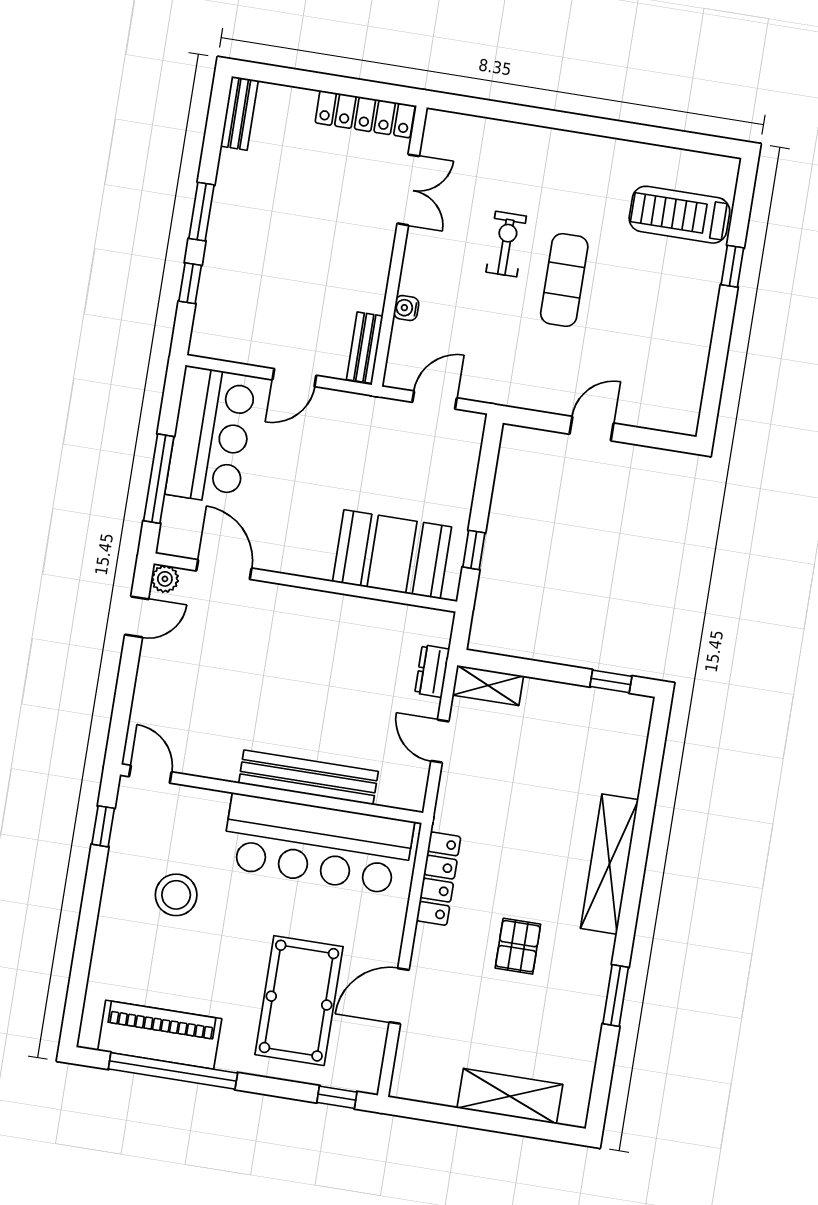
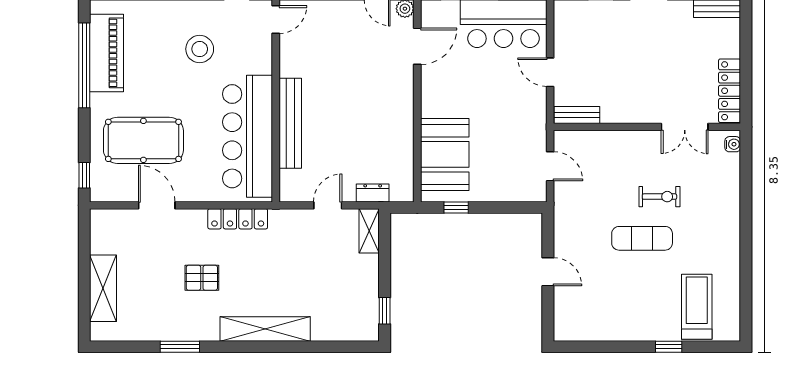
water cooler: (406, 308) -> (733, 144), moved, turned 90

